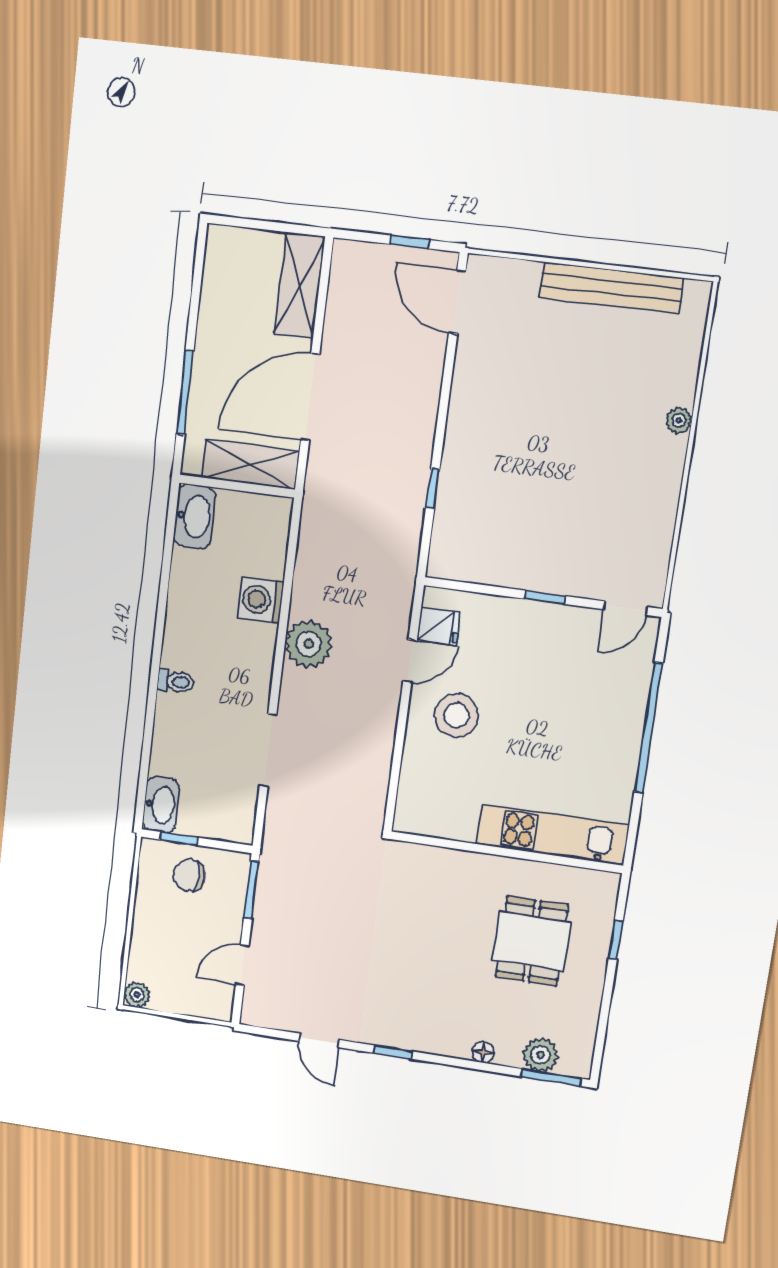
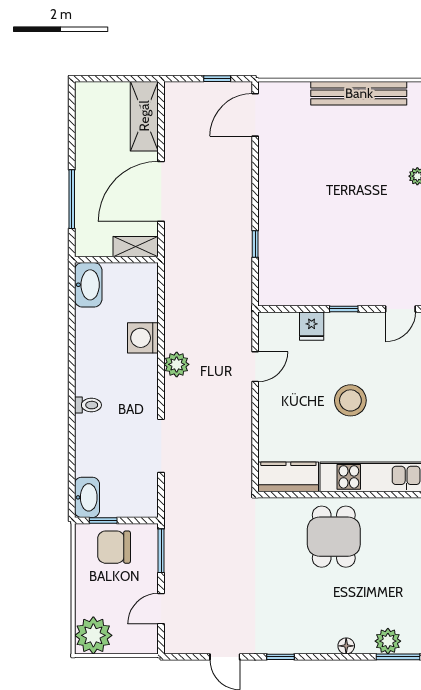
door: (457, 302) -> (255, 115), hinge flipped
shelving: (251, 464) -> (136, 247), width x0.67, depth x0.75
fridge: (439, 627) -> (312, 326), moved, turned 90
plant: (309, 644) -> (177, 364), width x0.73, depth x0.73
stool: (457, 715) -> (350, 400), moved
kitchen counter: (436, 817) -> (288, 477), added
chair: (189, 876) -> (114, 547), width x1.37, depth x1.37
dining table: (532, 941) -> (334, 537), moved
plant: (137, 995) -> (93, 635), width x1.87, depth x1.87

